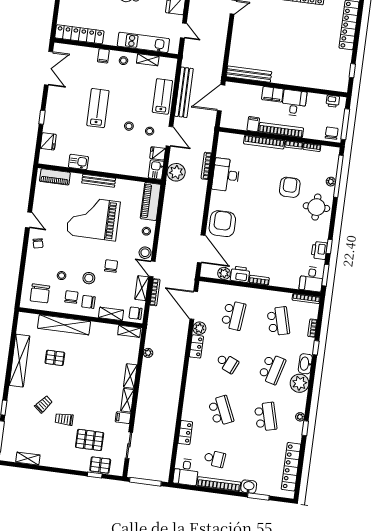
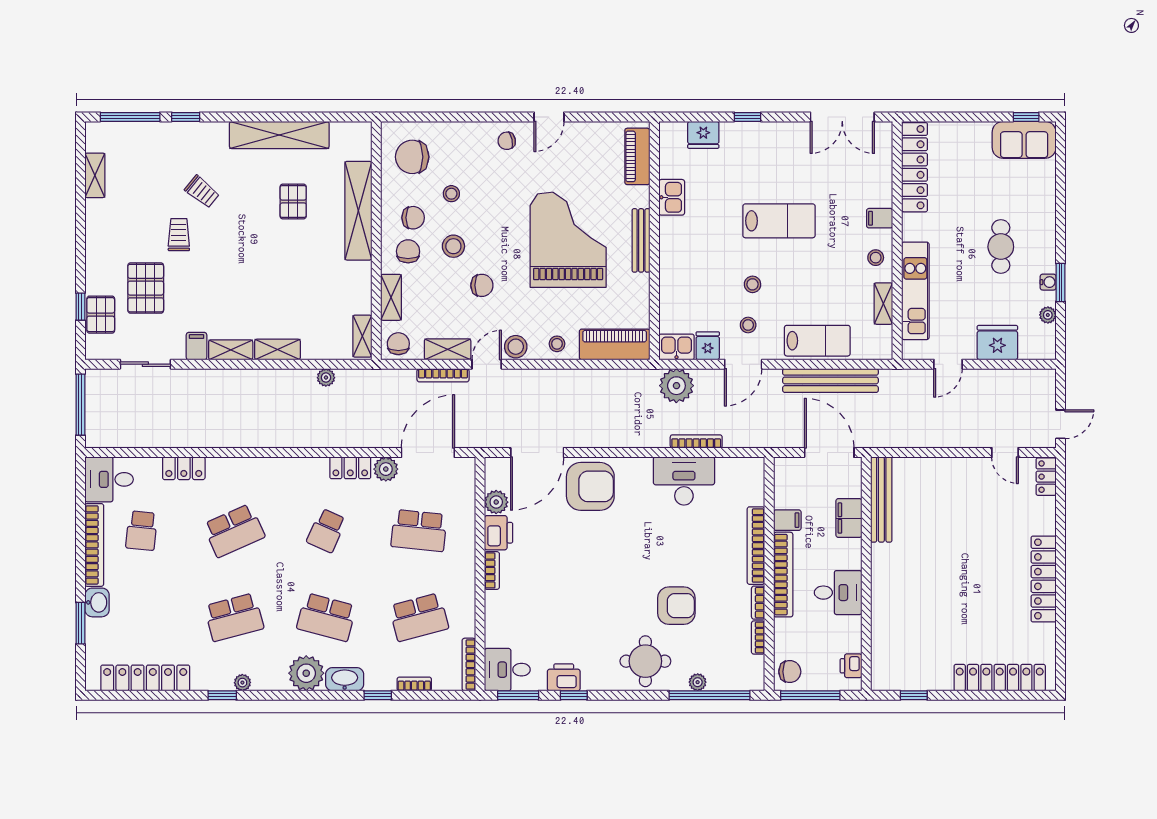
filing cabinet: (272, 94) -> (849, 518), moved

